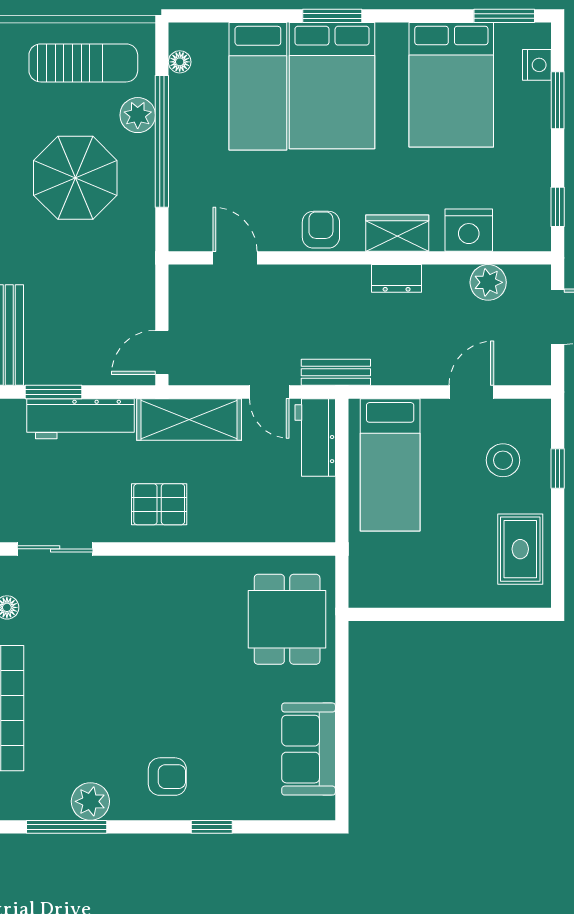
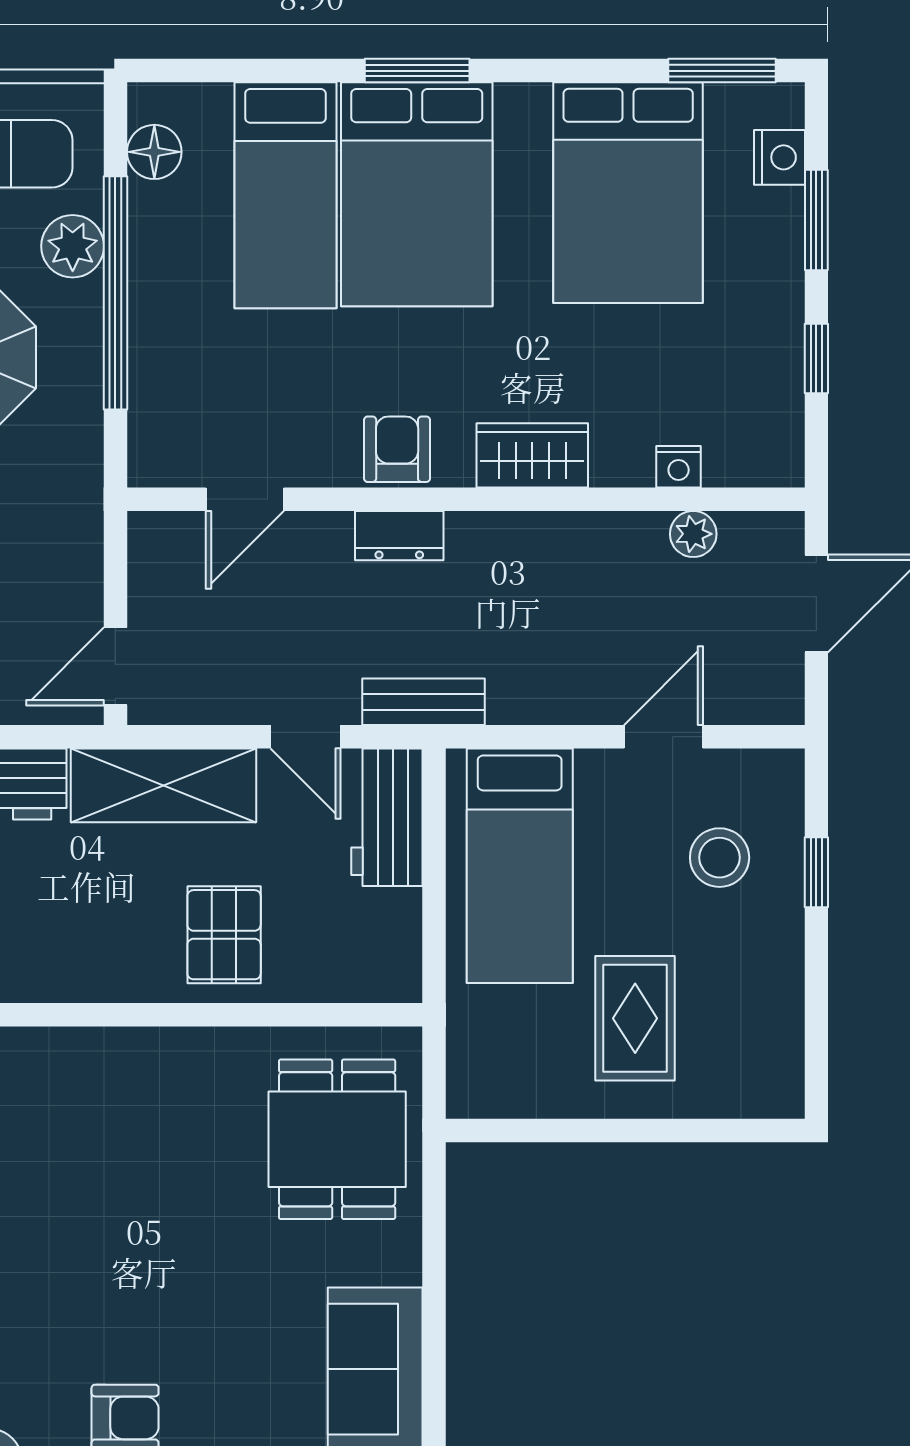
floor lamp: (180, 62) -> (154, 152), width x1.37, depth x1.37
window: (558, 207) -> (816, 358), moved
nightstand: (469, 230) -> (679, 467), width x0.53, depth x0.56
door: (235, 258) -> (245, 499), swing flipped
dresser: (397, 278) -> (399, 536), moved
plant: (488, 282) -> (693, 534), width x0.73, depth x0.73
pallet: (159, 504) -> (224, 935), moved, turned 90
rug: (520, 549) -> (635, 1018), moved

